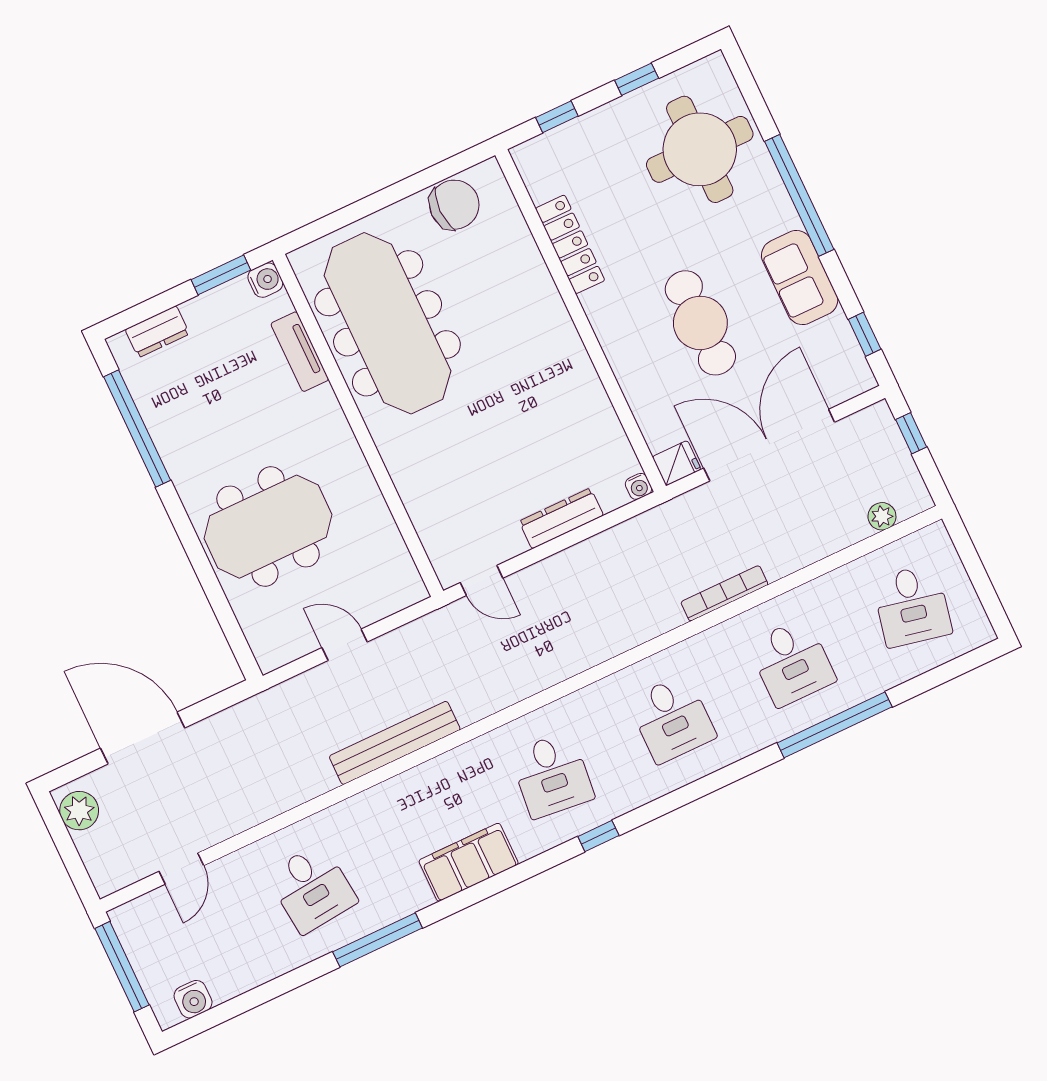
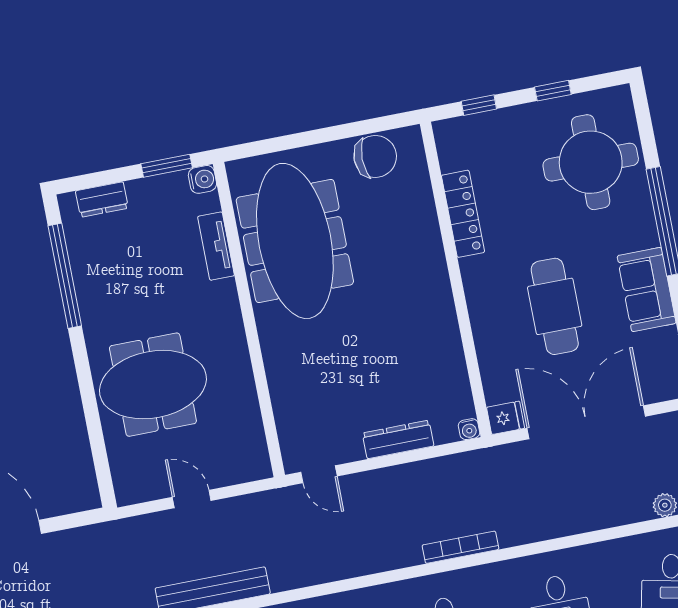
bookcase: (724, 593) -> (460, 547), moved

